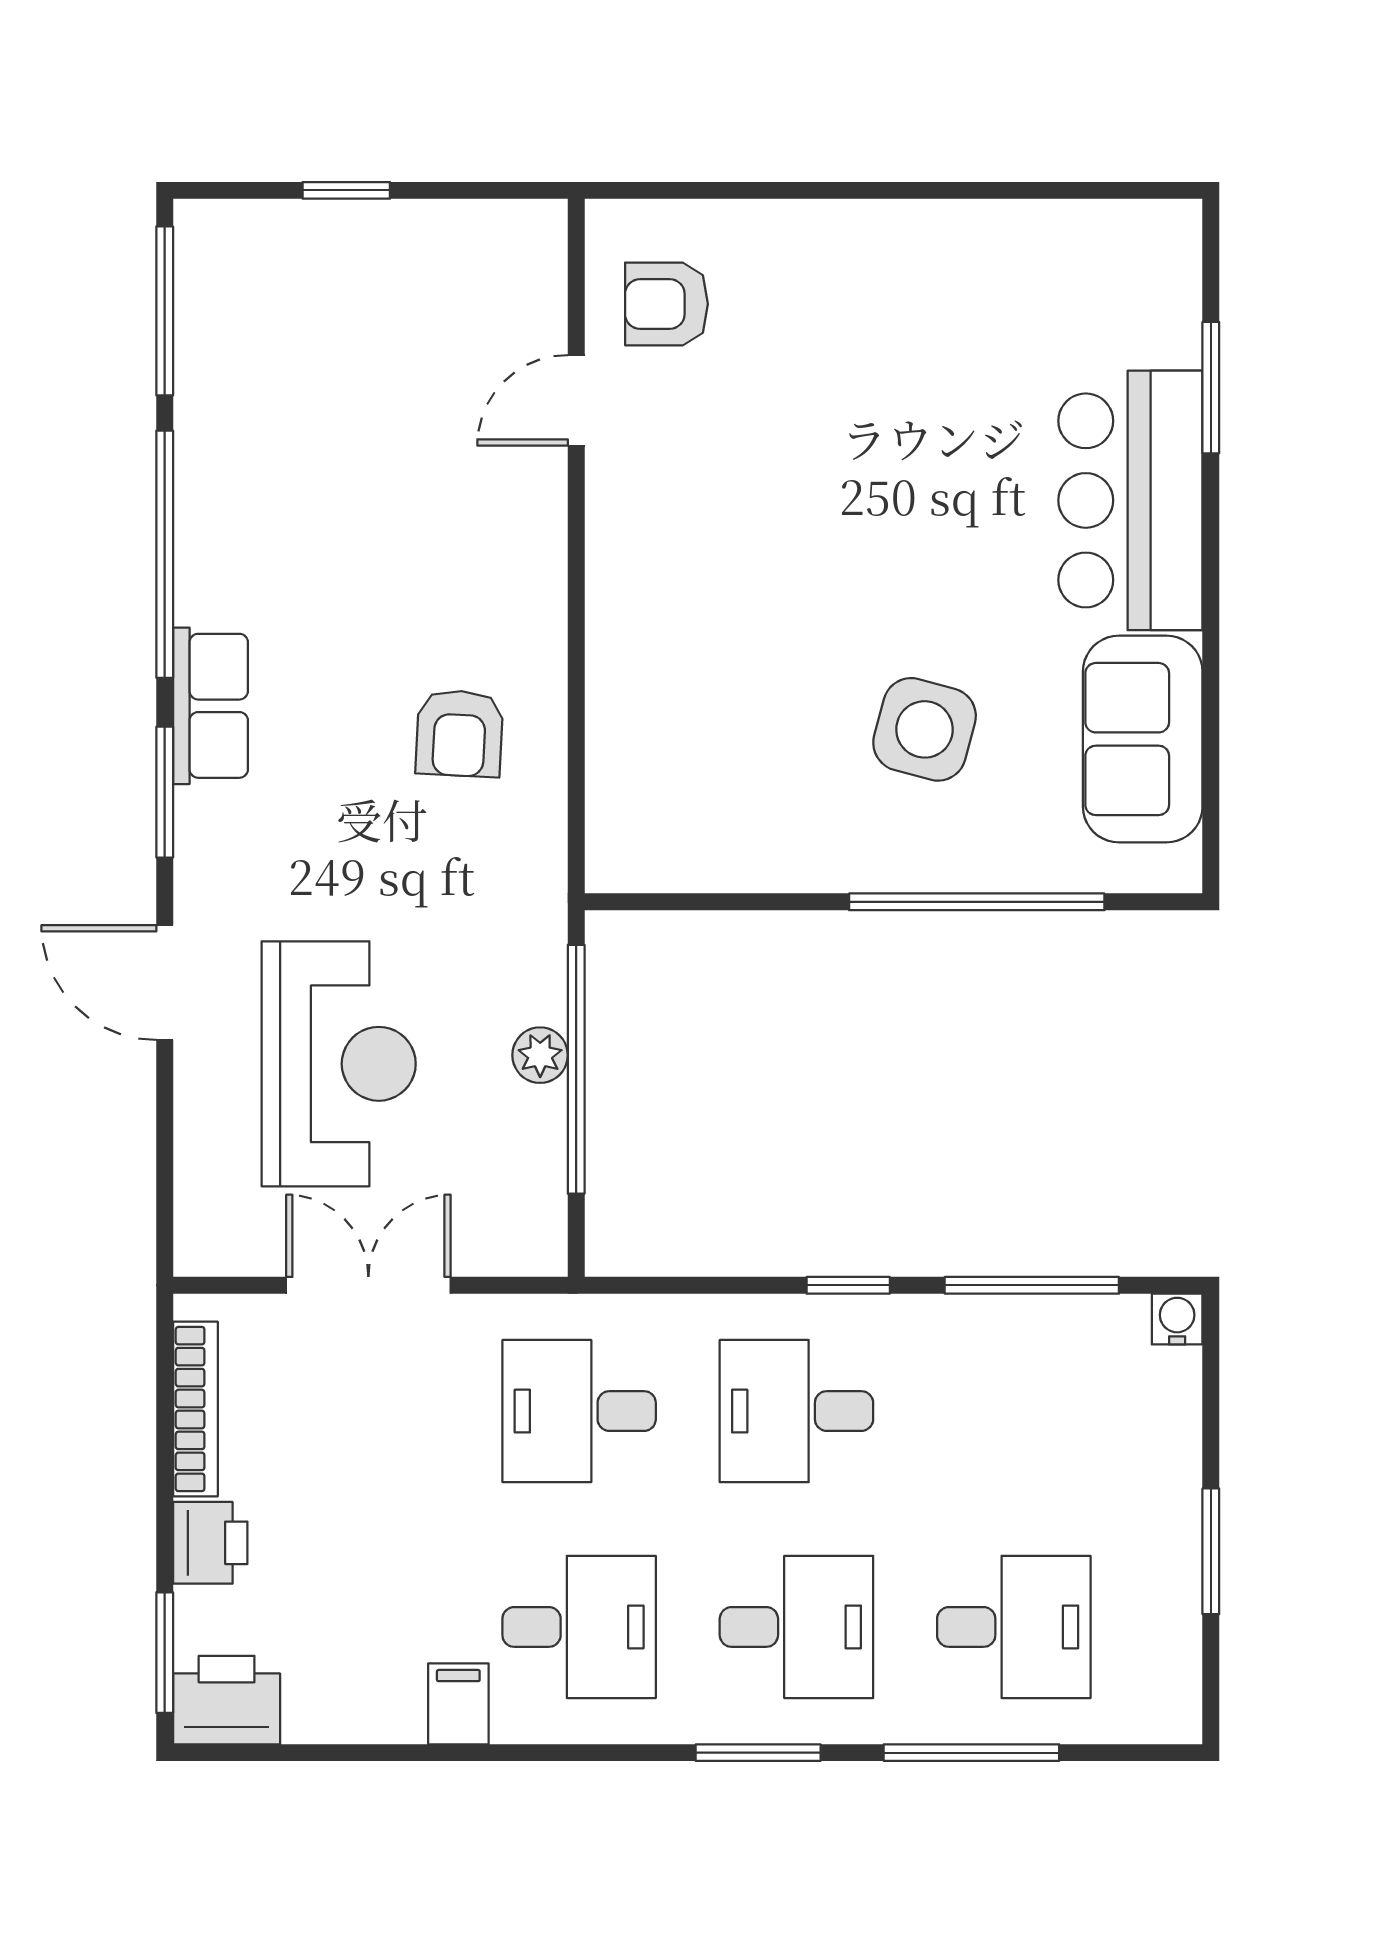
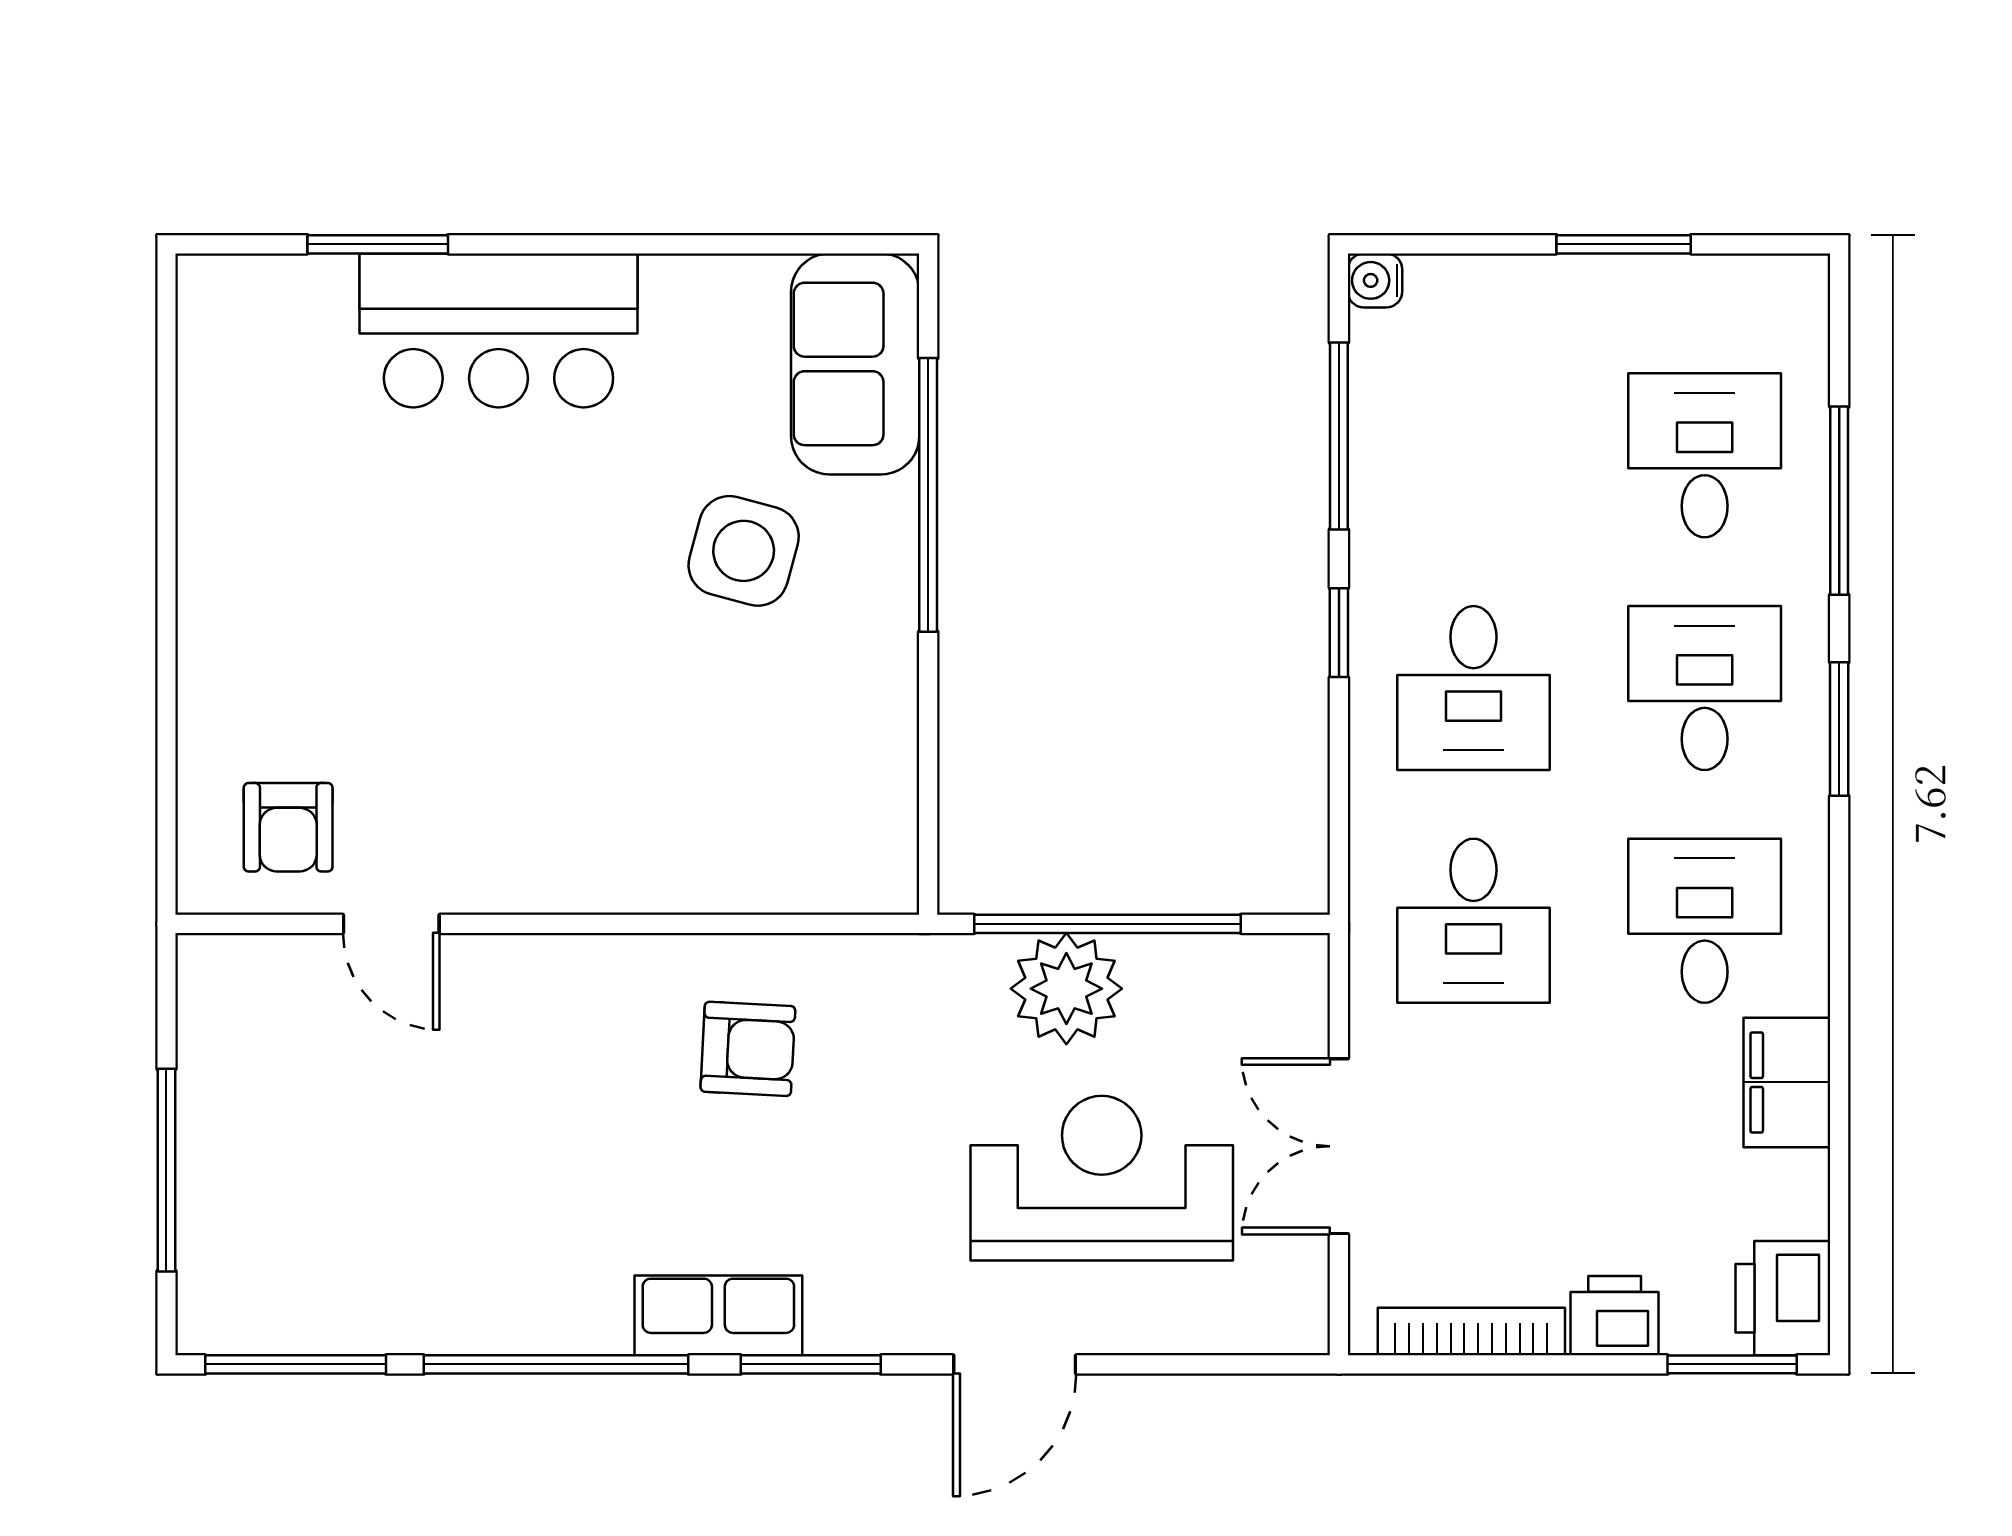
window: (346, 190) -> (166, 1170), width x2.17
sofa: (1143, 739) -> (855, 364), moved, turned 90
plant: (540, 1055) -> (1066, 989), width x1.87, depth x1.87
filing cabinet: (458, 1704) -> (1787, 1082), width x2.00

